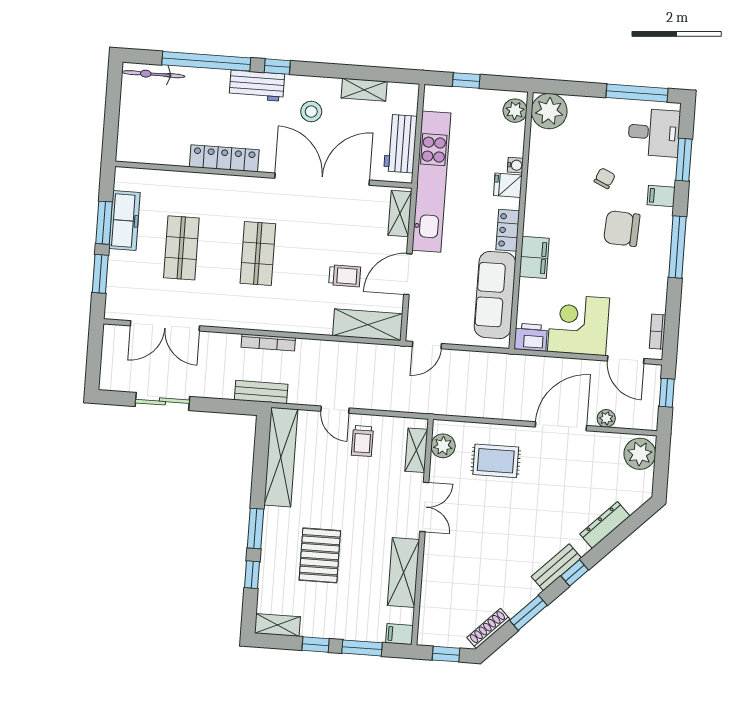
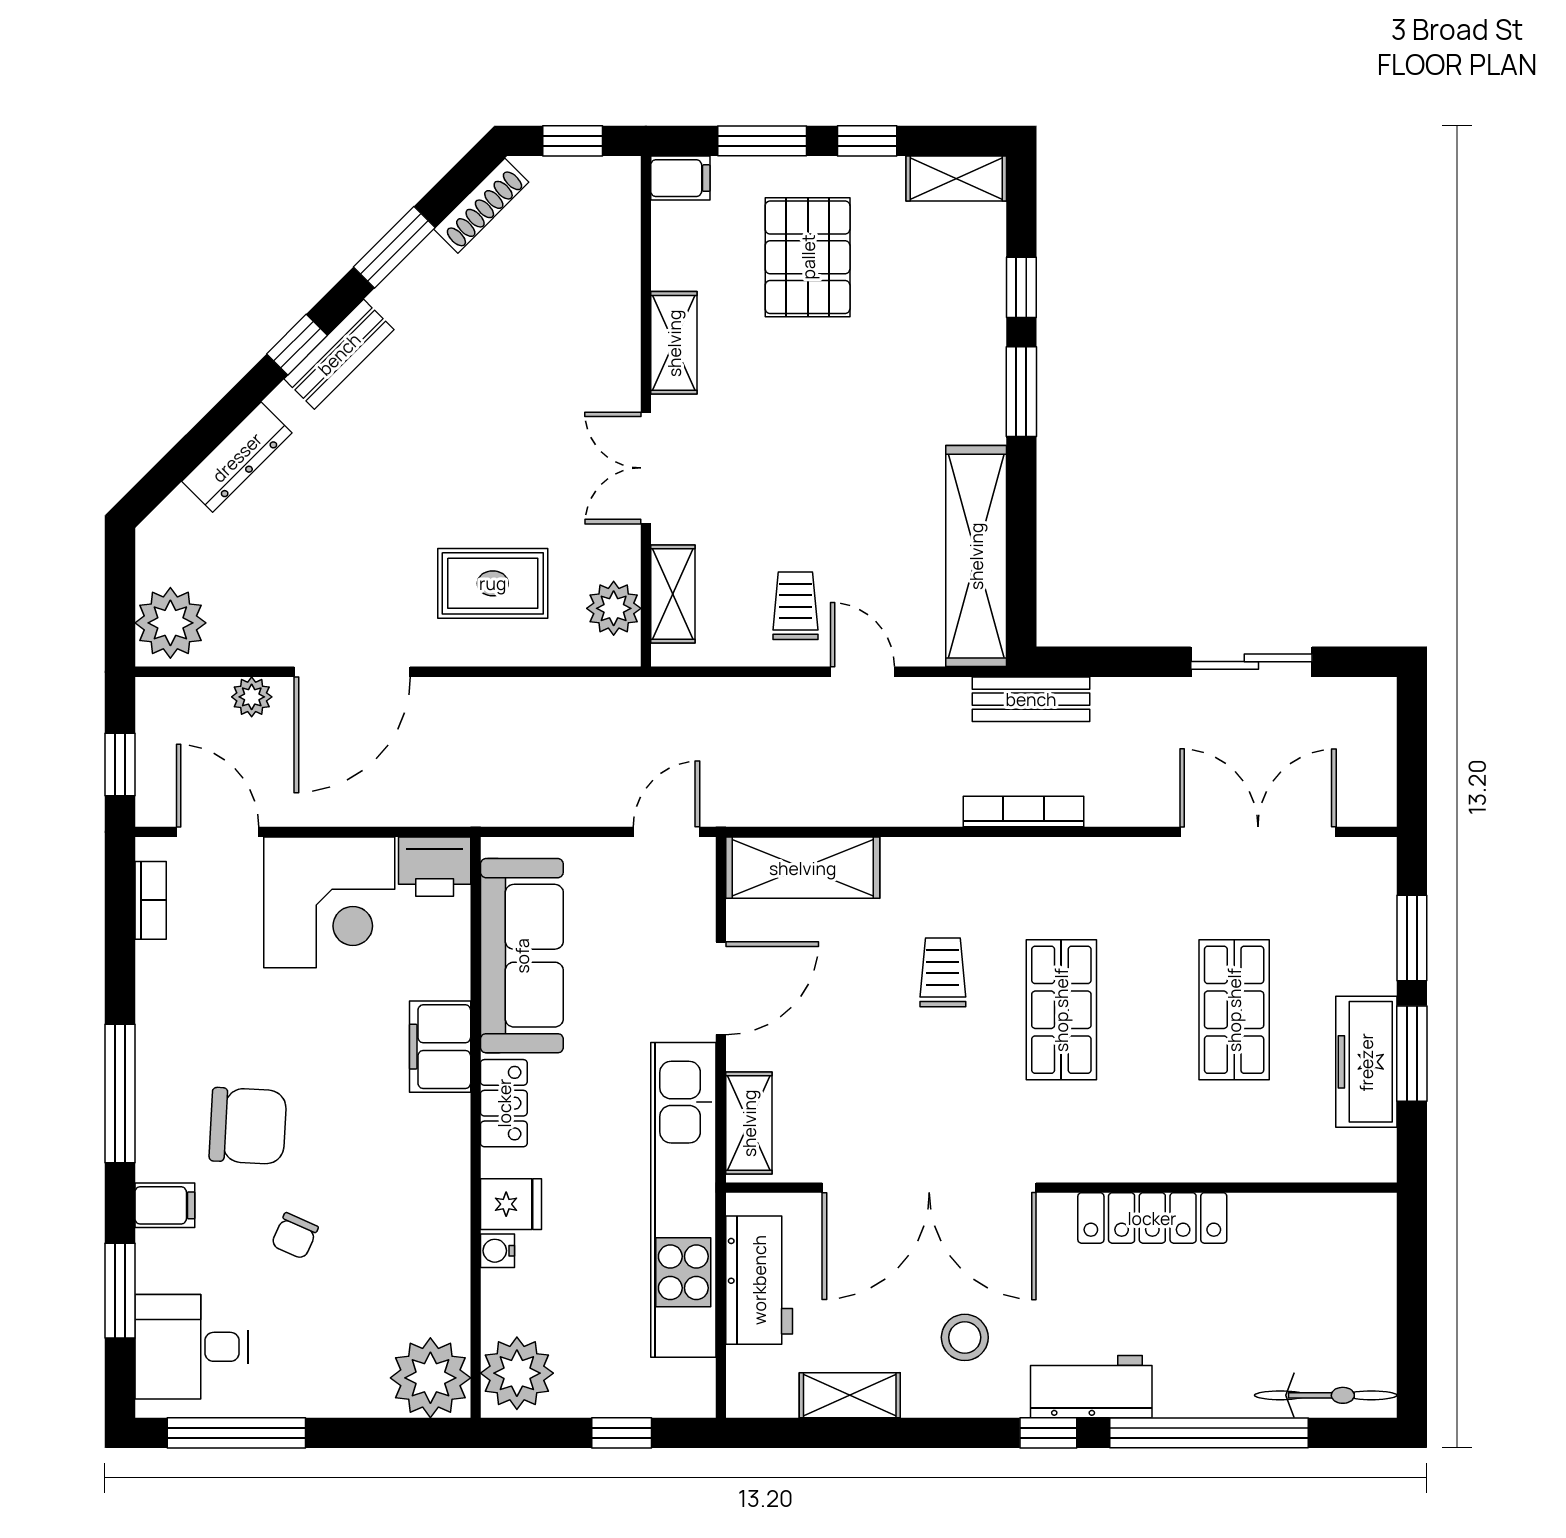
plant: (515, 111) -> (517, 1373), width x1.36, depth x1.36
trolley: (345, 276) -> (943, 972), moved, turned 90
pallet: (320, 555) -> (808, 257), moved
shelving: (403, 573) -> (674, 343), width x0.67, depth x0.75

